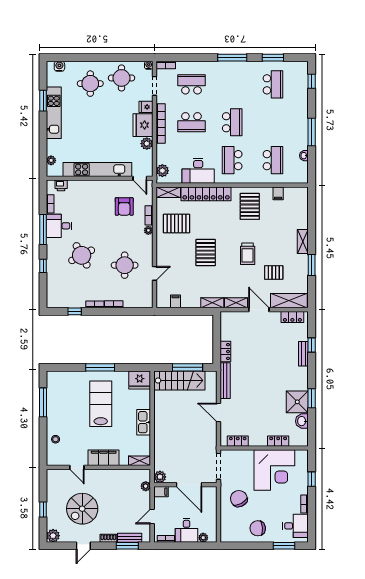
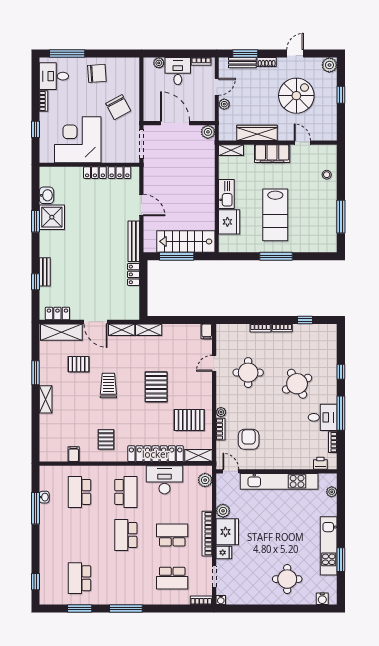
round table: (121, 78) -> (252, 585), removed
window: (312, 132) -> (36, 508), moved
pallet: (250, 206) -> (106, 439), width x0.67, depth x0.71
filing cabinet: (176, 301) -> (207, 331), moved
fridge: (140, 380) -> (229, 222), moved, turned 90
locker: (278, 441) -> (95, 173), moved
wardrobe: (117, 476) -> (257, 133), added
plant: (146, 486) -> (224, 104), moved
filing cabinet: (161, 492) -> (207, 115), removed
window: (284, 546) -> (67, 54), width x1.44

